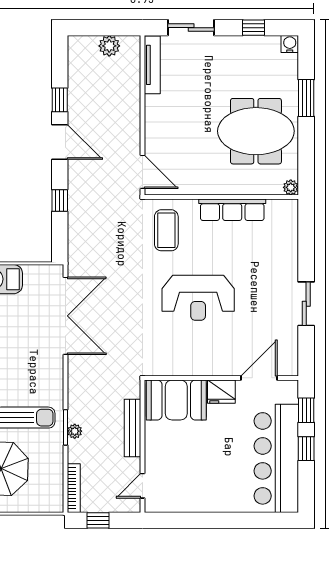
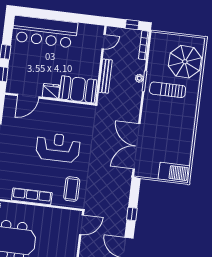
door: (143, 172) -> (81, 225), swing flipped
bar counter: (276, 458) -> (45, 32), moved, turned 90

